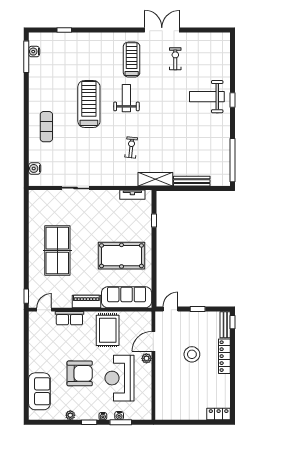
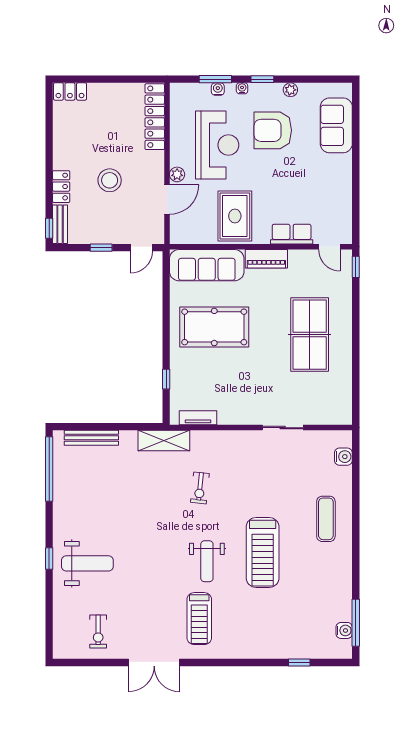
exercise bike: (175, 59) -> (98, 632), moved
bench: (192, 181) -> (91, 438), moved
door: (44, 310) -> (329, 247), hinge flipped
locker: (224, 356) -> (61, 187), width x0.66
armchair: (80, 373) -> (273, 130), moved
locker: (162, 397) -> (155, 117), added

